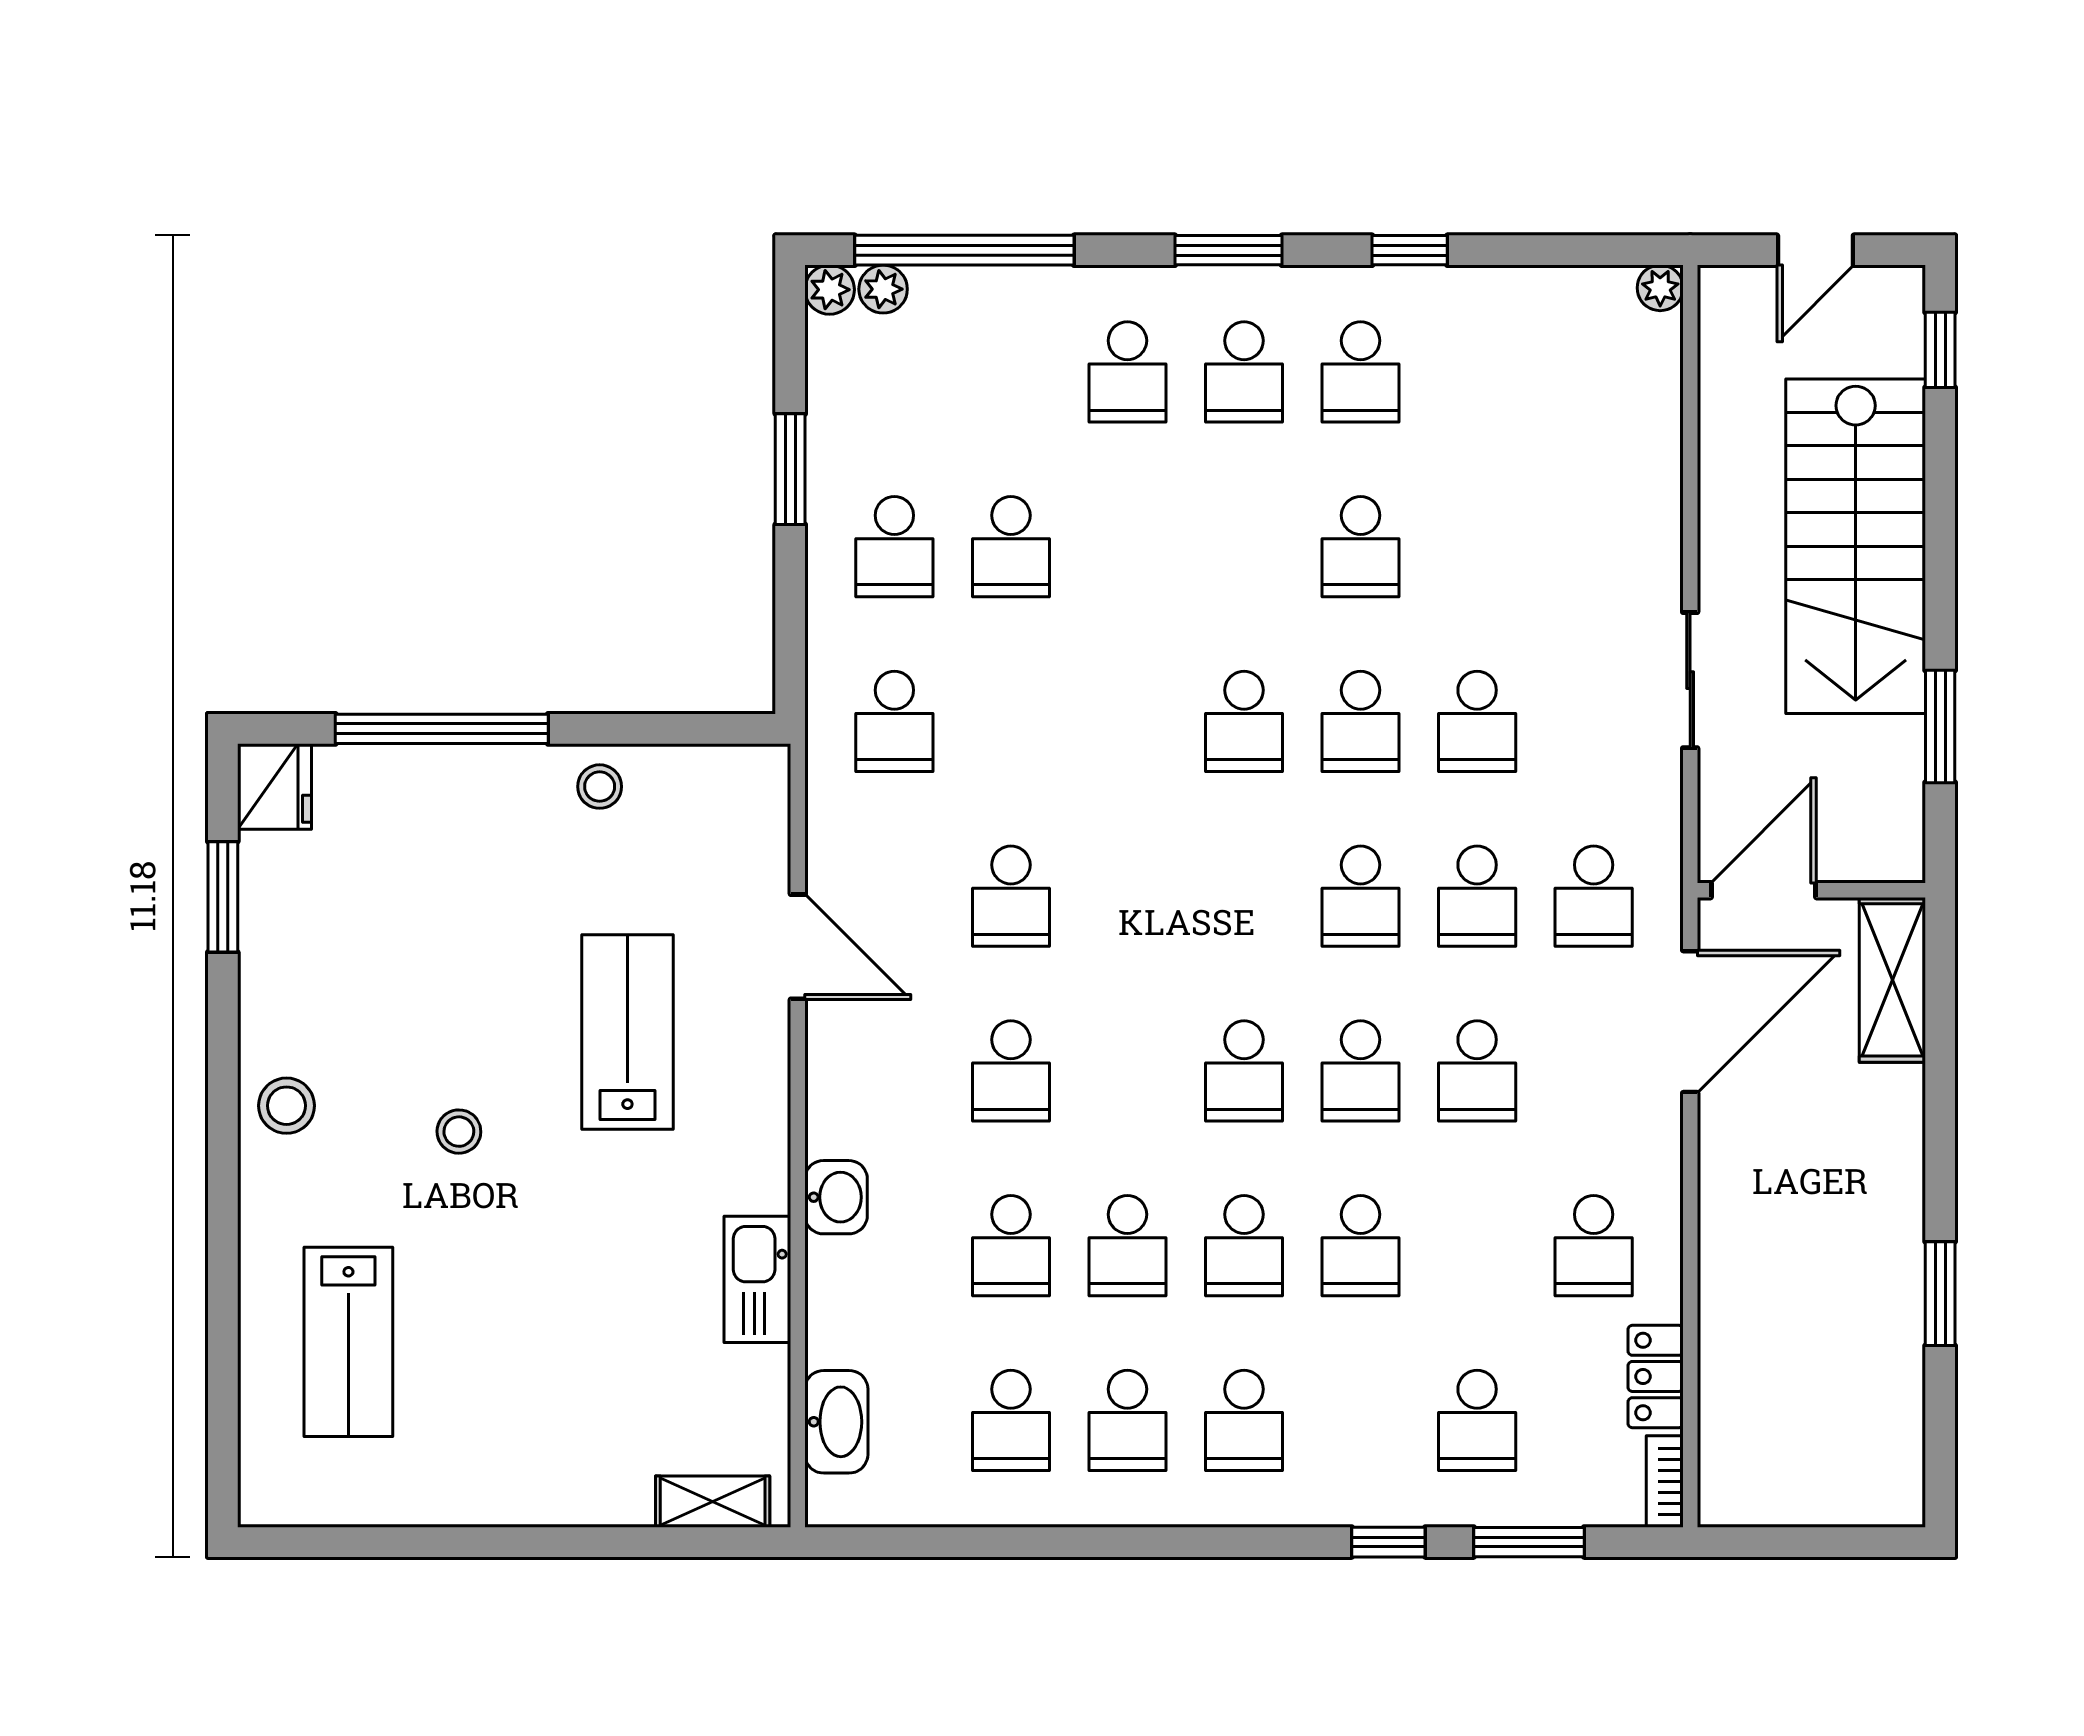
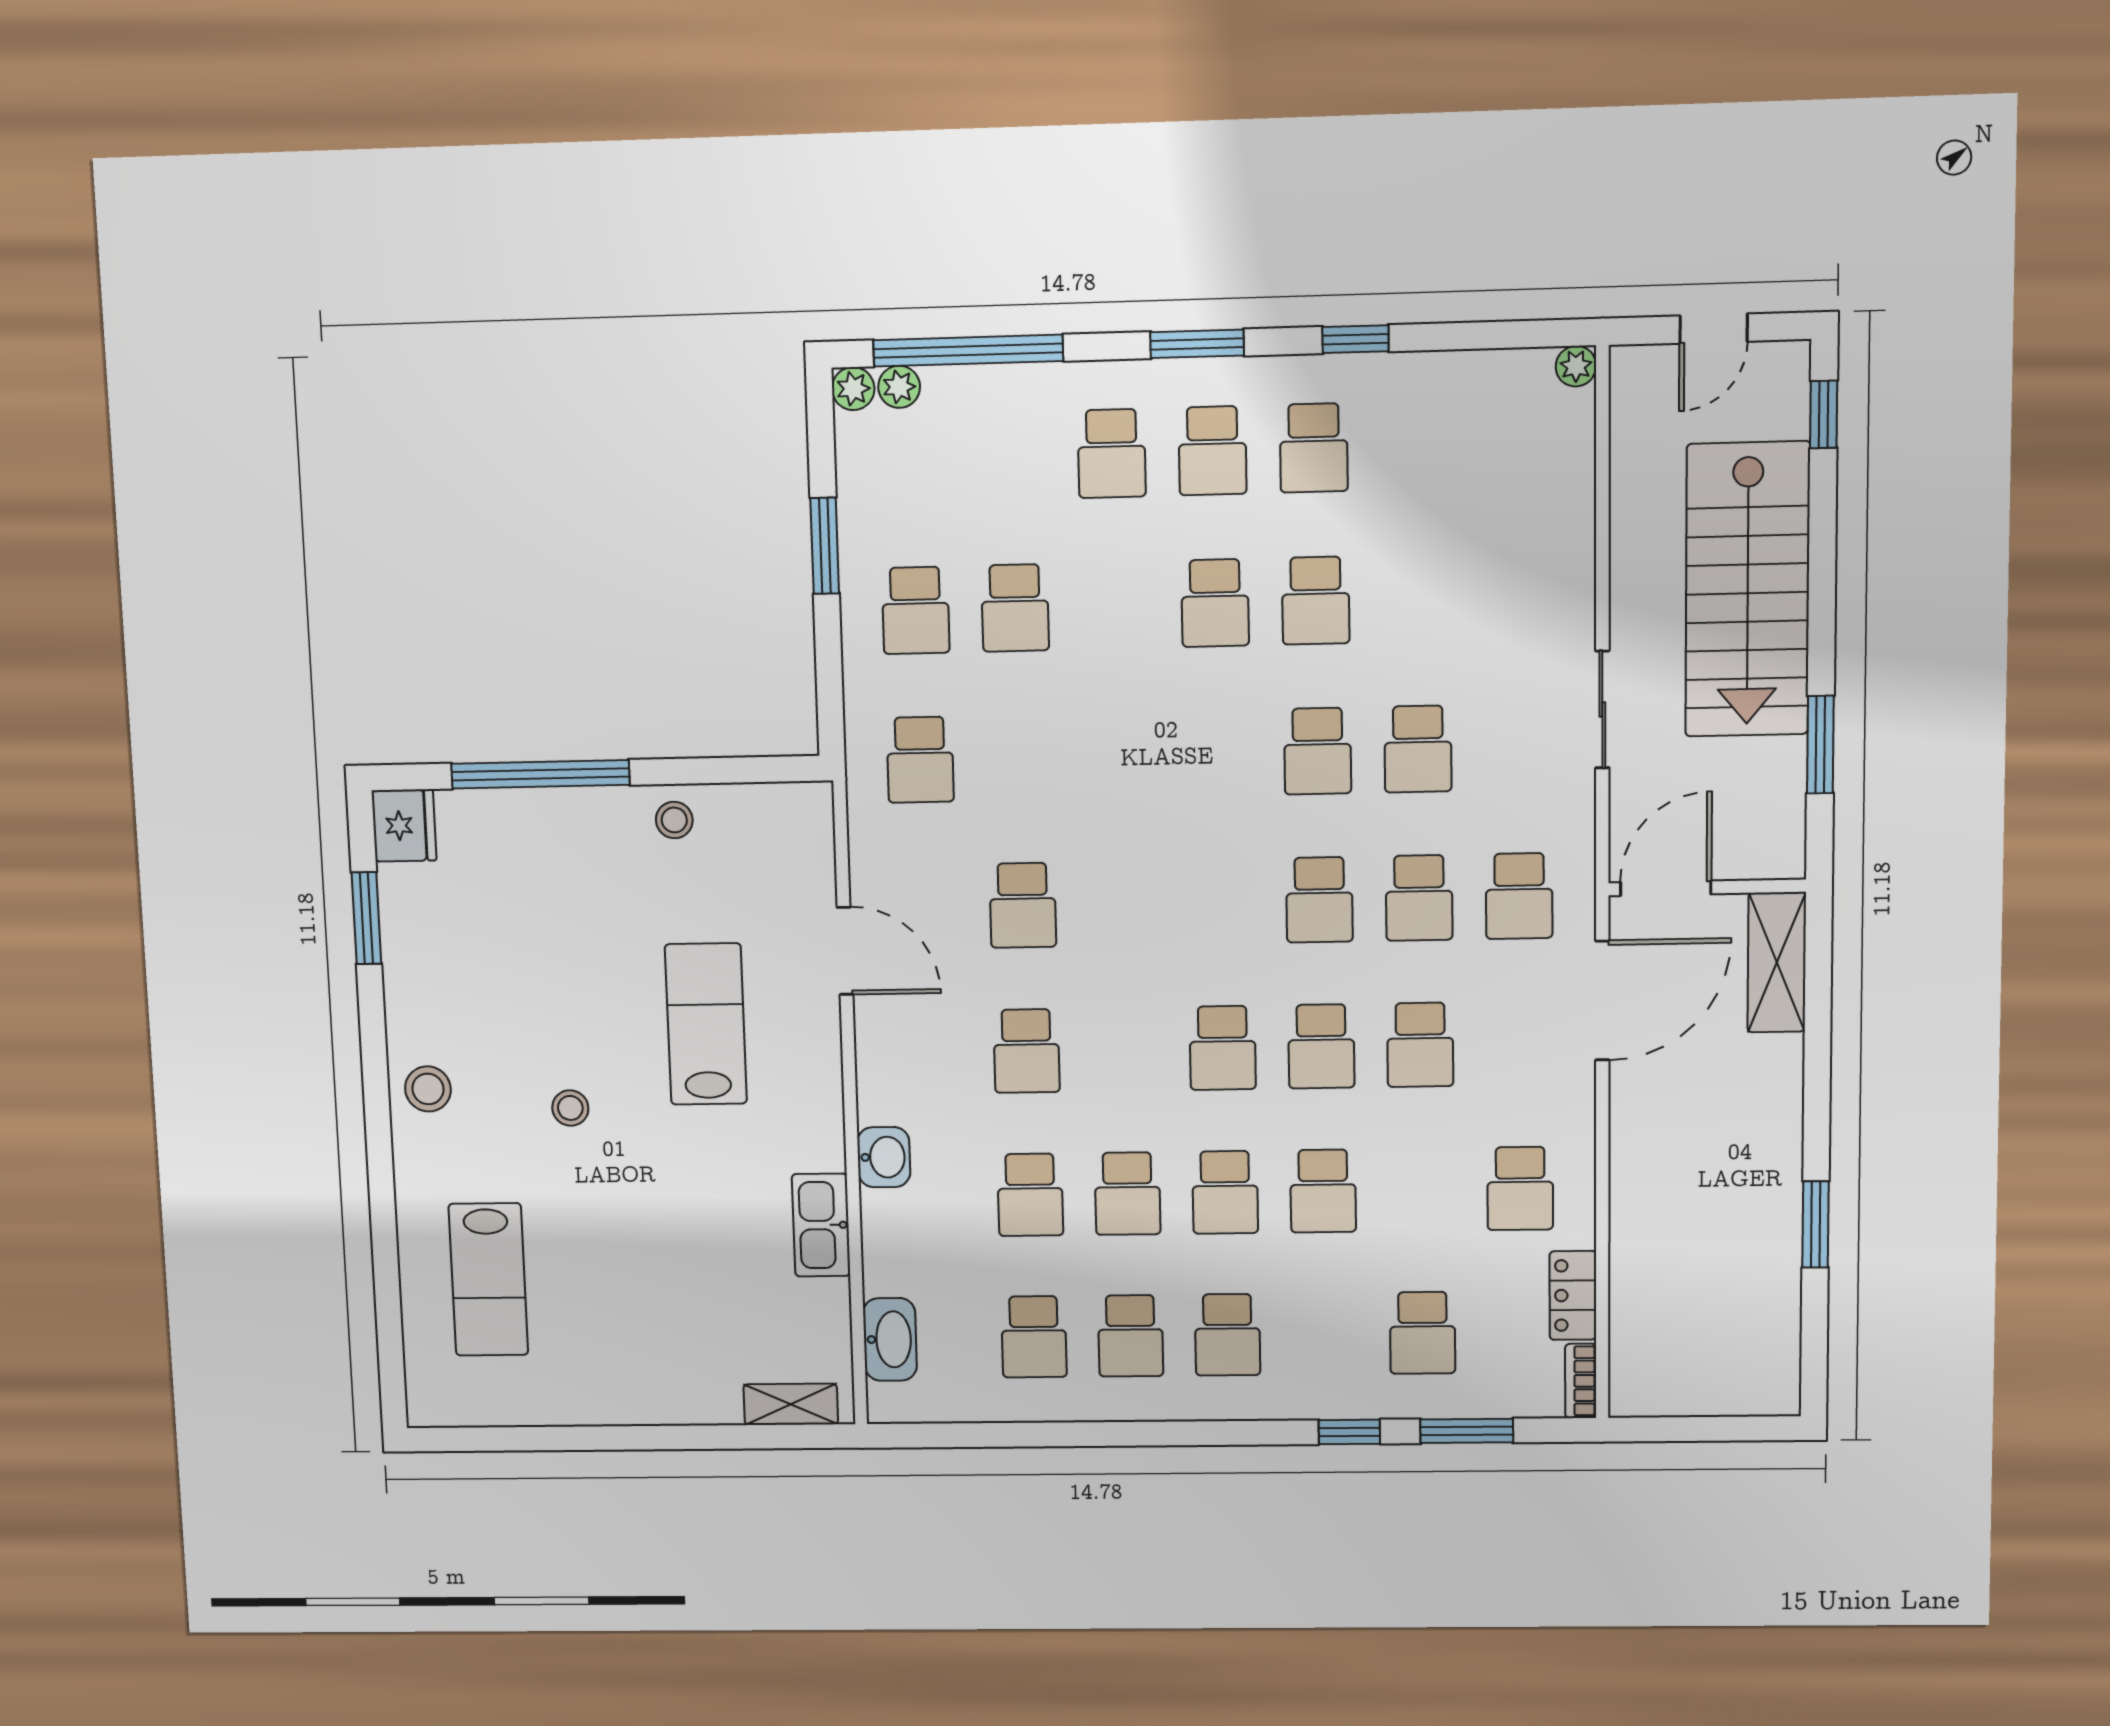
school desk: (1244, 721) -> (1215, 603), moved

